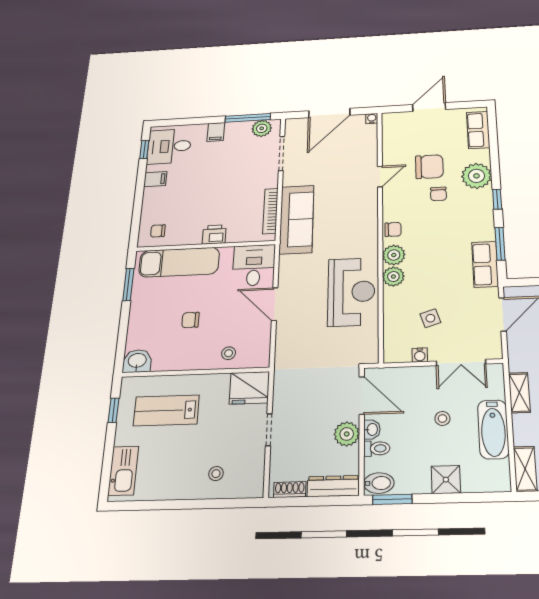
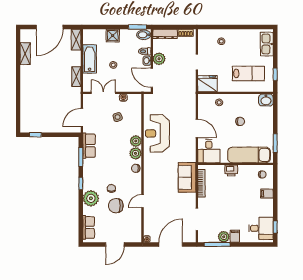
plant: (262, 128) -> (224, 237), moved
filing cabinet: (155, 179) -> (267, 194), moved
sofa: (297, 219) -> (187, 177), width x0.73

